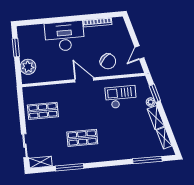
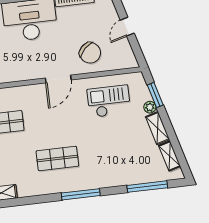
door: (139, 52) -> (127, 27), moved
door: (84, 80) -> (58, 79), swing flipped
window: (70, 167) -> (81, 194), moved

